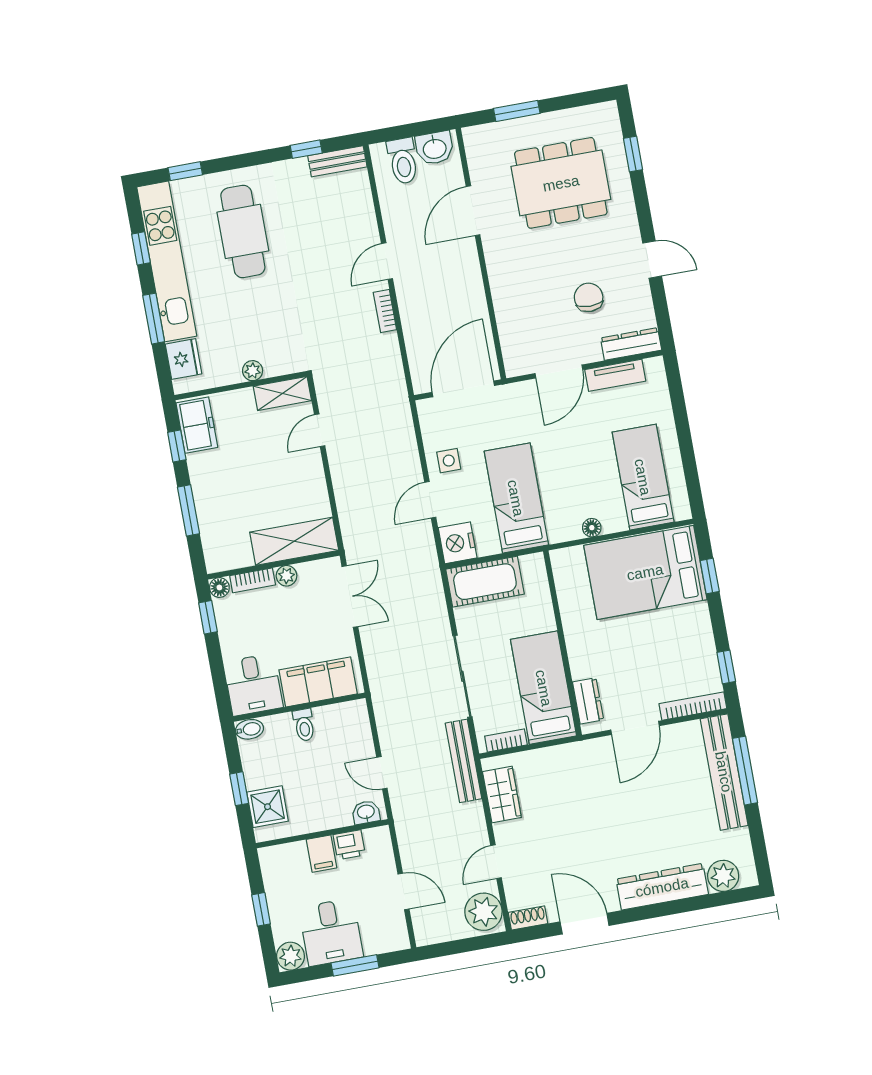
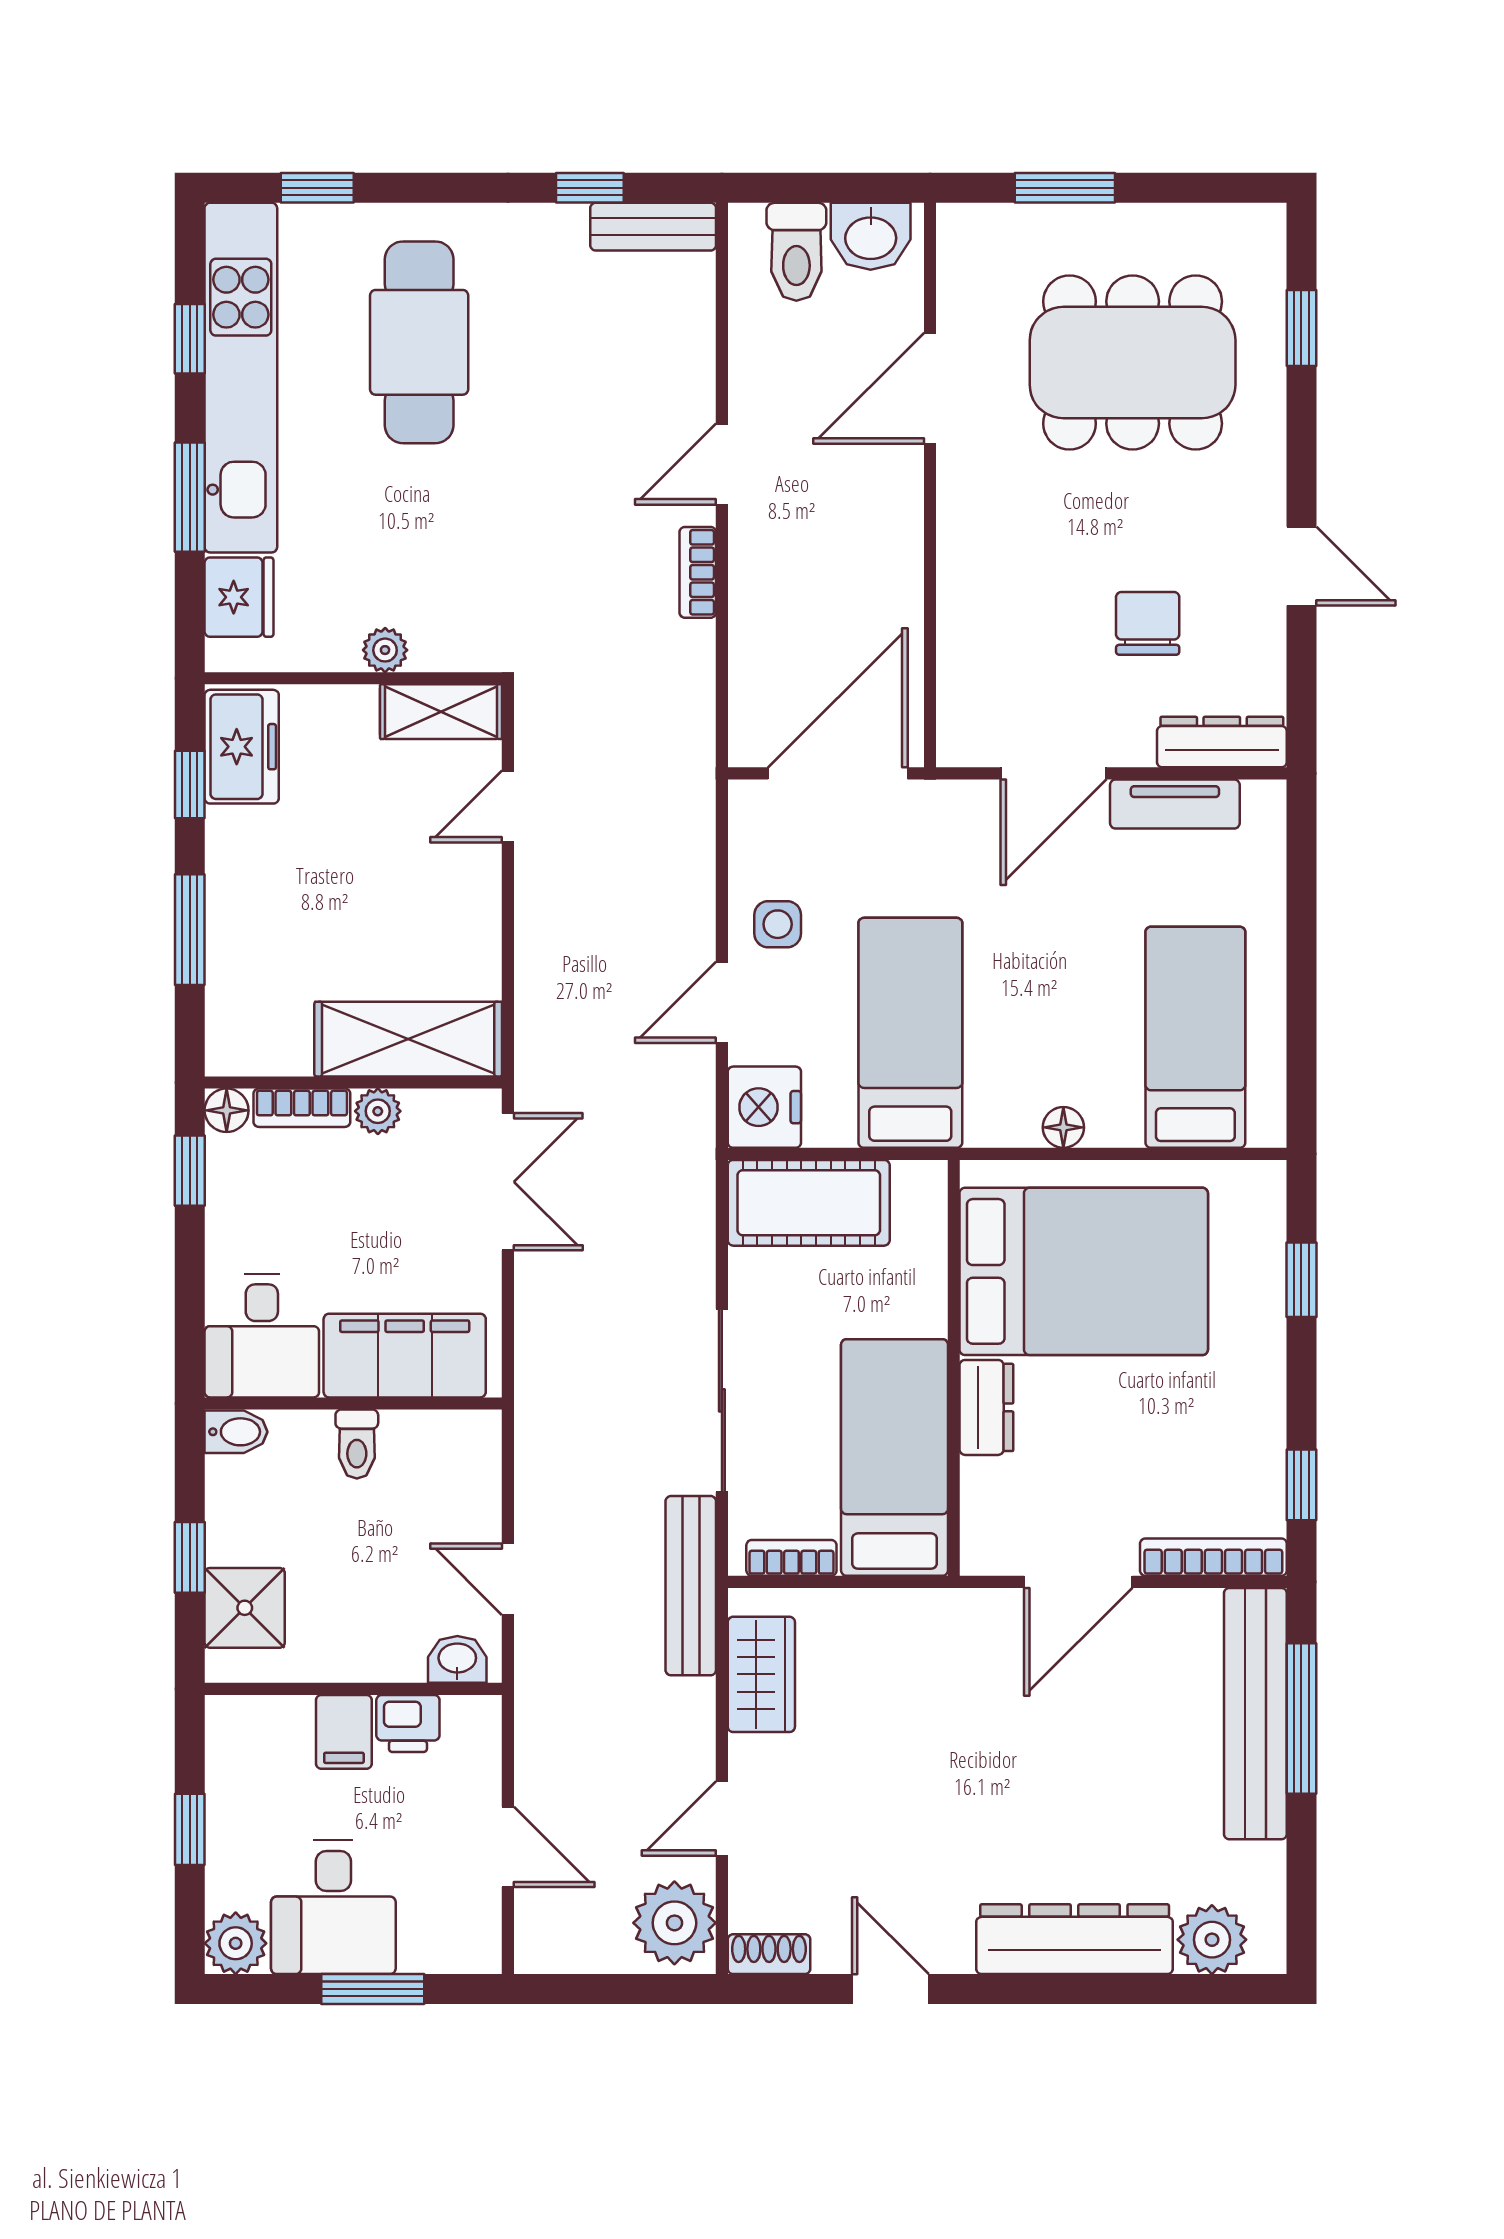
bed: (645, 572) -> (1084, 1271), moved, turned 180
dresser: (588, 701) -> (986, 1407), moved
door: (585, 924) -> (890, 1989), width x0.73

